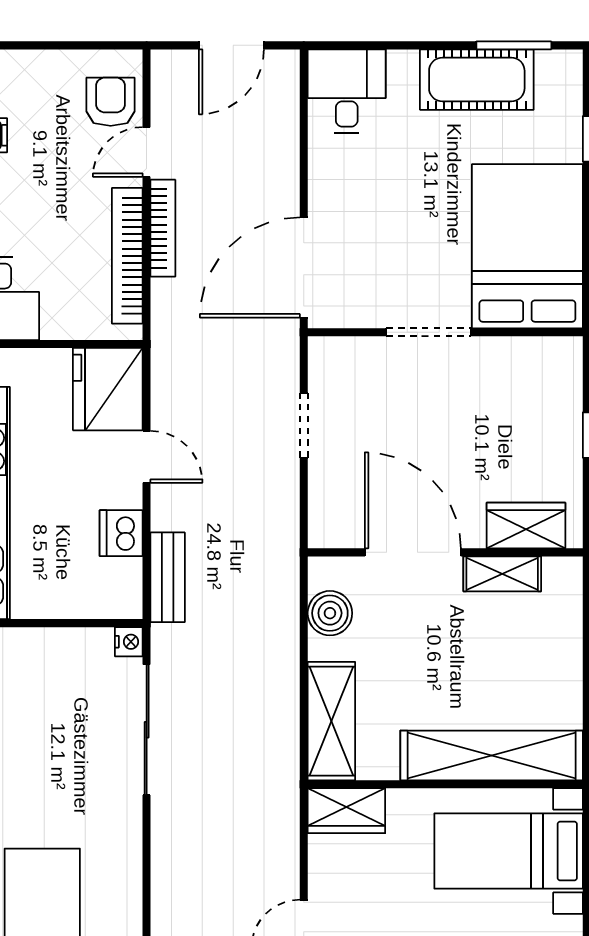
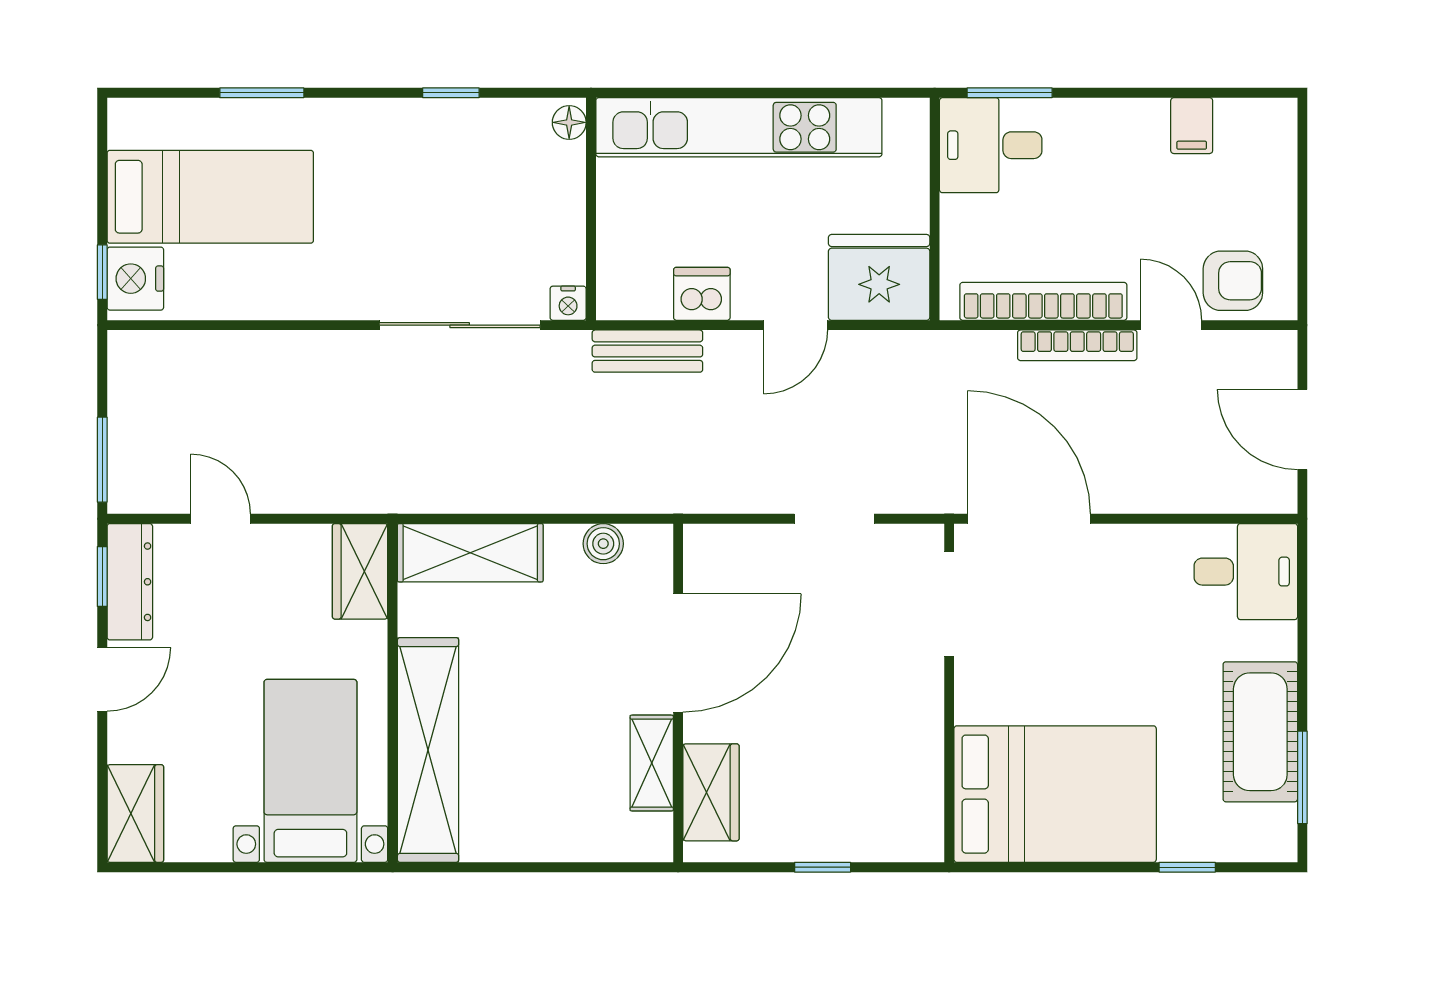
doorway: (428, 332) -> (949, 604), moved
boiler: (330, 613) -> (603, 544), width x0.73, depth x0.73

